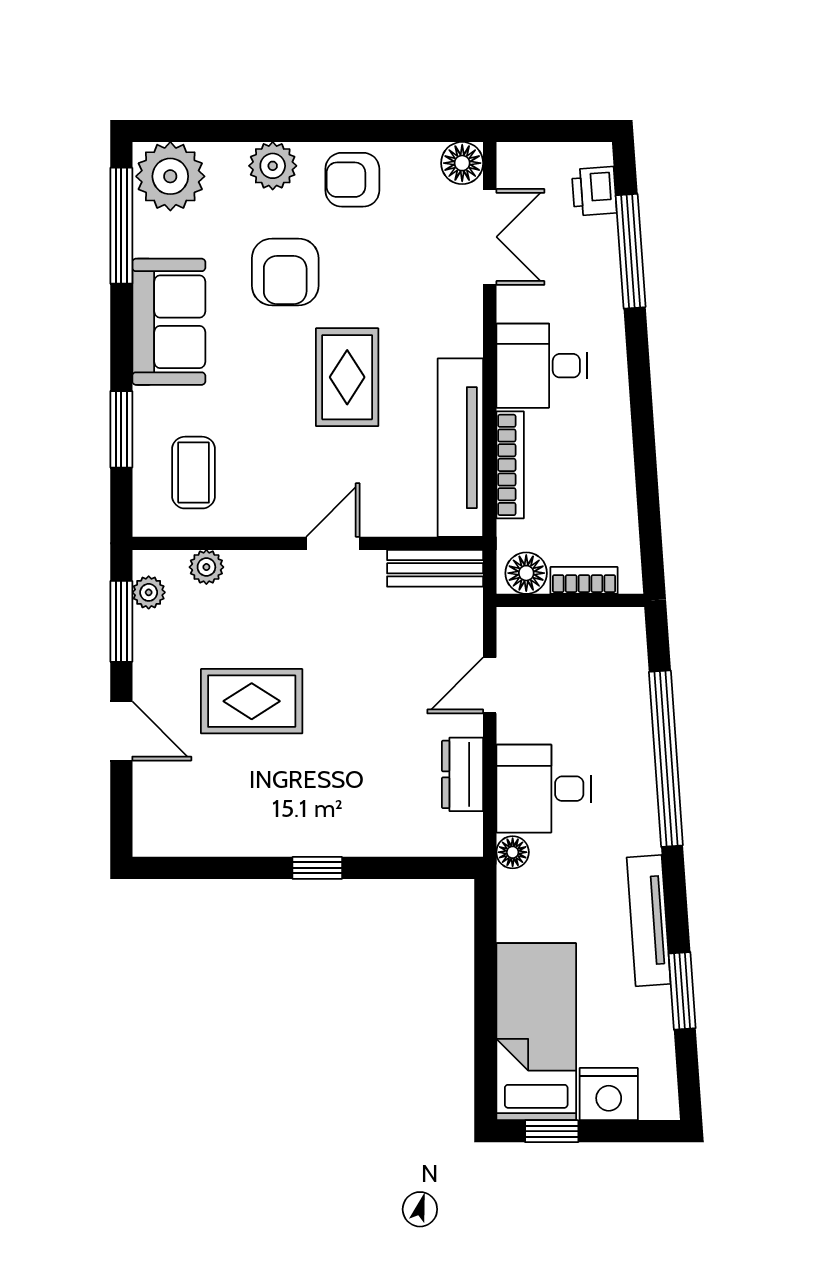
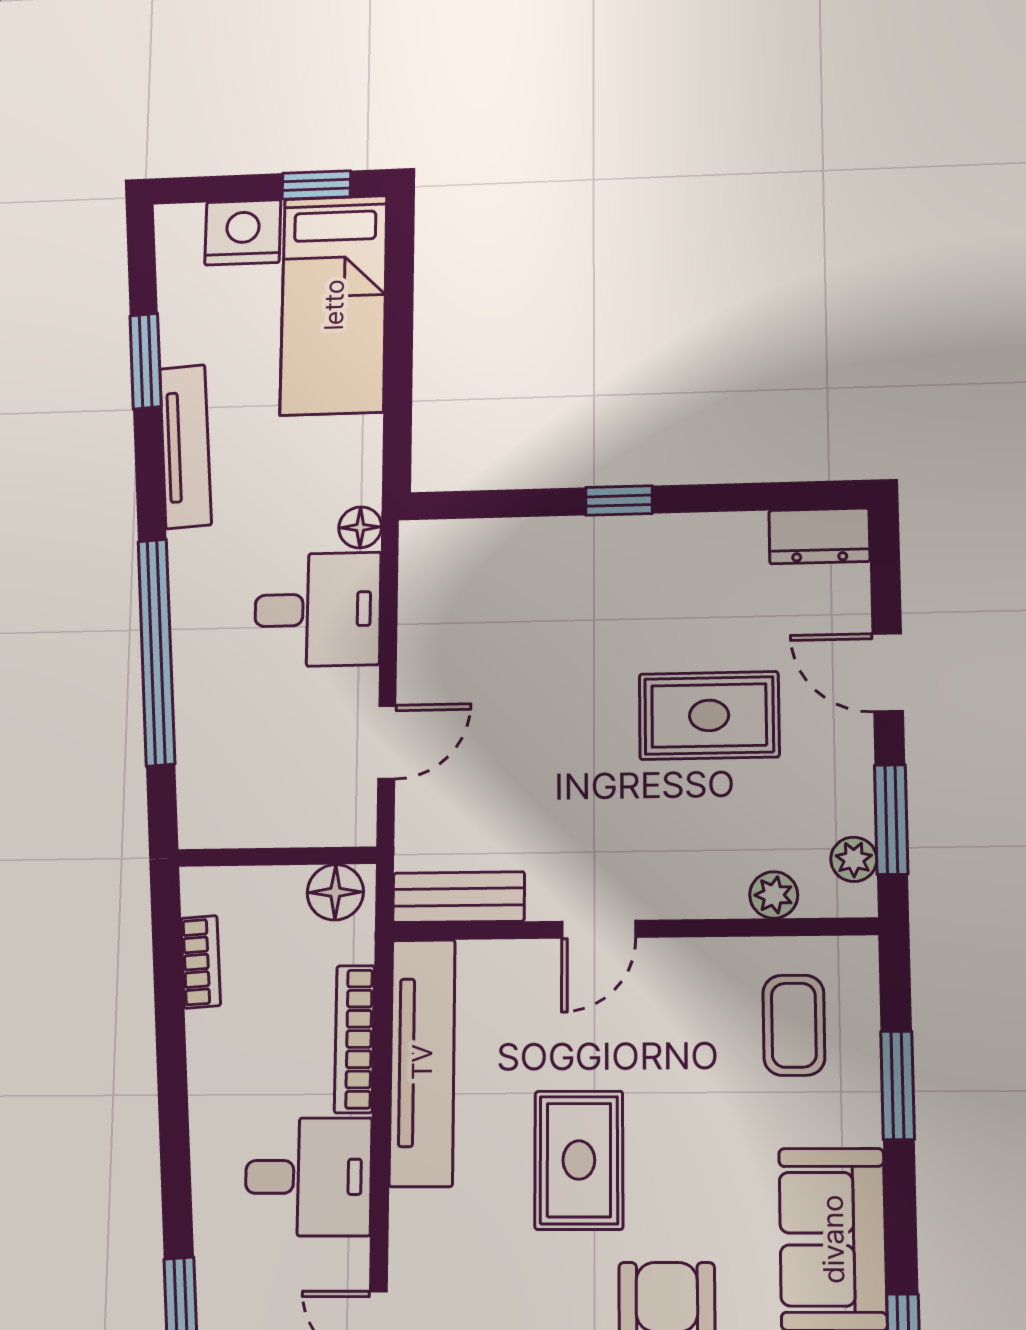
bookcase: (584, 580) -> (201, 962), moved, turned -94
dresser: (463, 774) -> (819, 536), moved, turned 90

